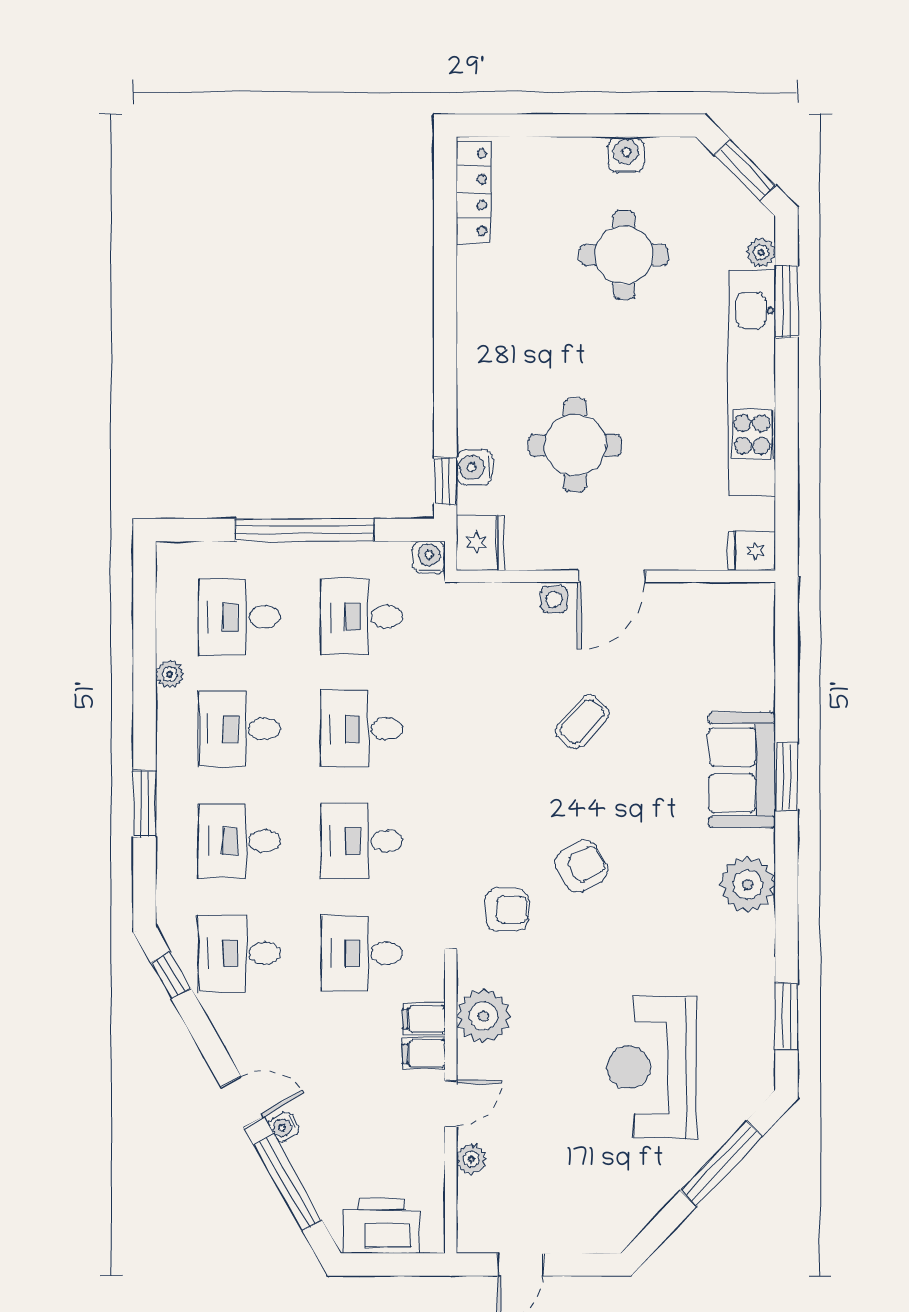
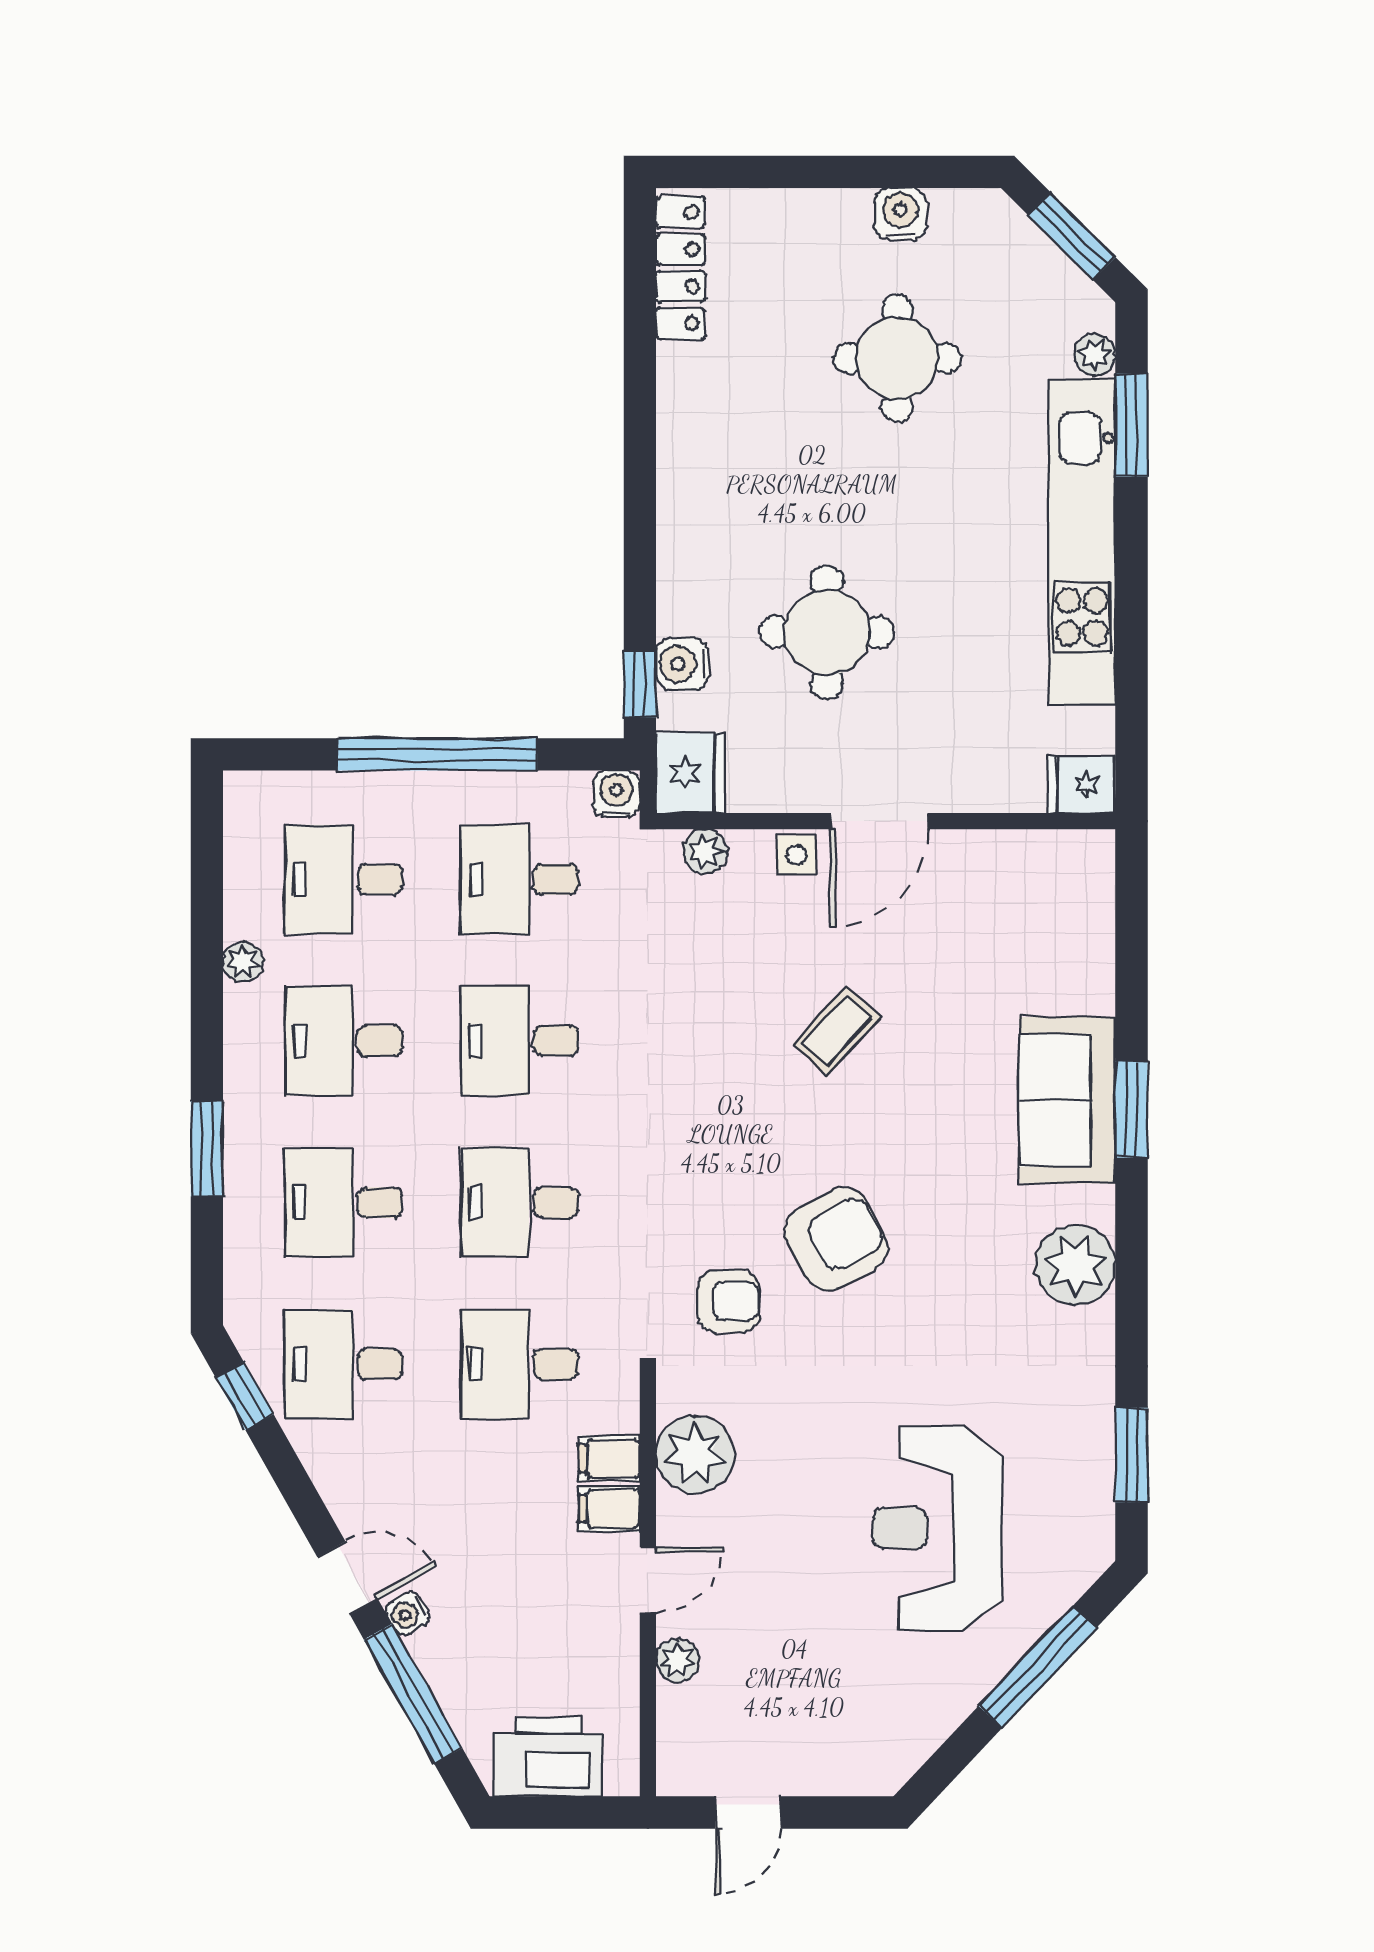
plant: (490, 597) -> (705, 851), added
armchair: (581, 866) -> (836, 1239), width x1.38, depth x1.38

